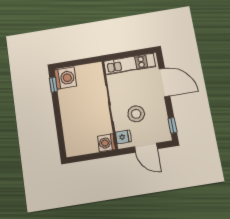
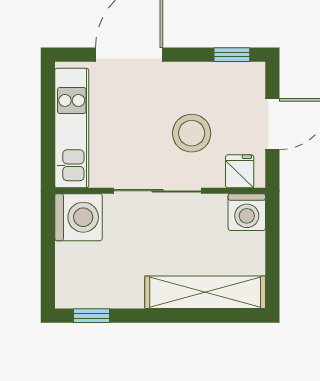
washing machine: (65, 78) -> (78, 217), moved, turned 90
shelving: (70, 130) -> (205, 292), added

